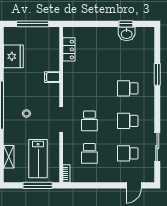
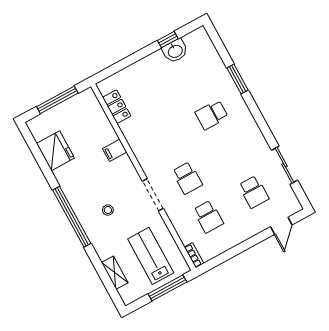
school desk: (128, 121) -> (233, 153), removed
school desk: (128, 153) -> (254, 192), turned -90
lab bench: (38, 159) -> (151, 256), turned 180

